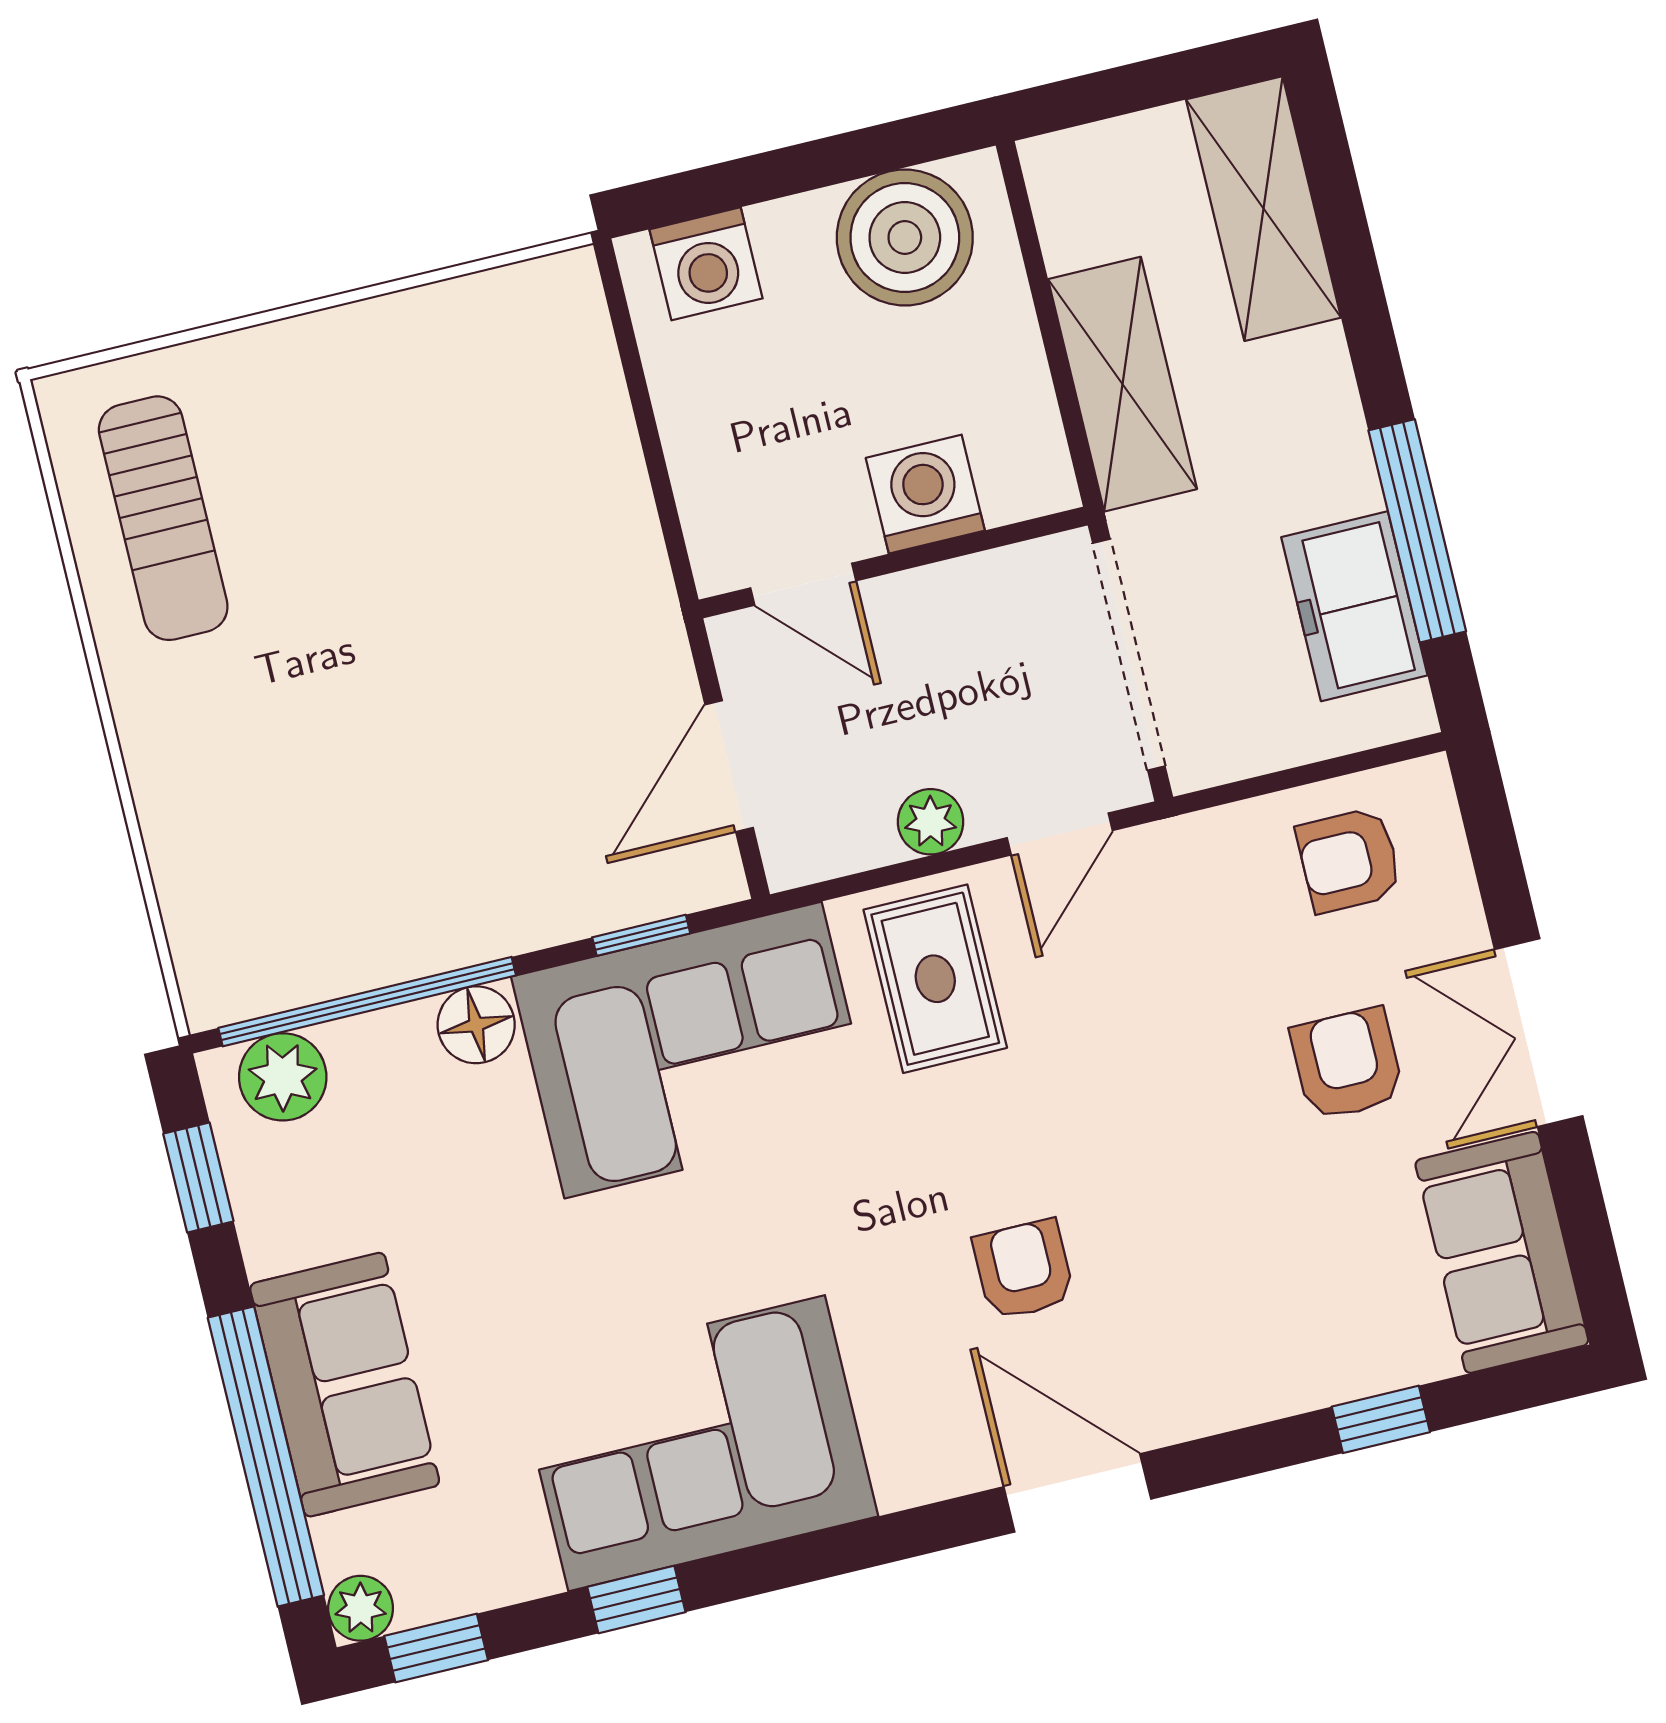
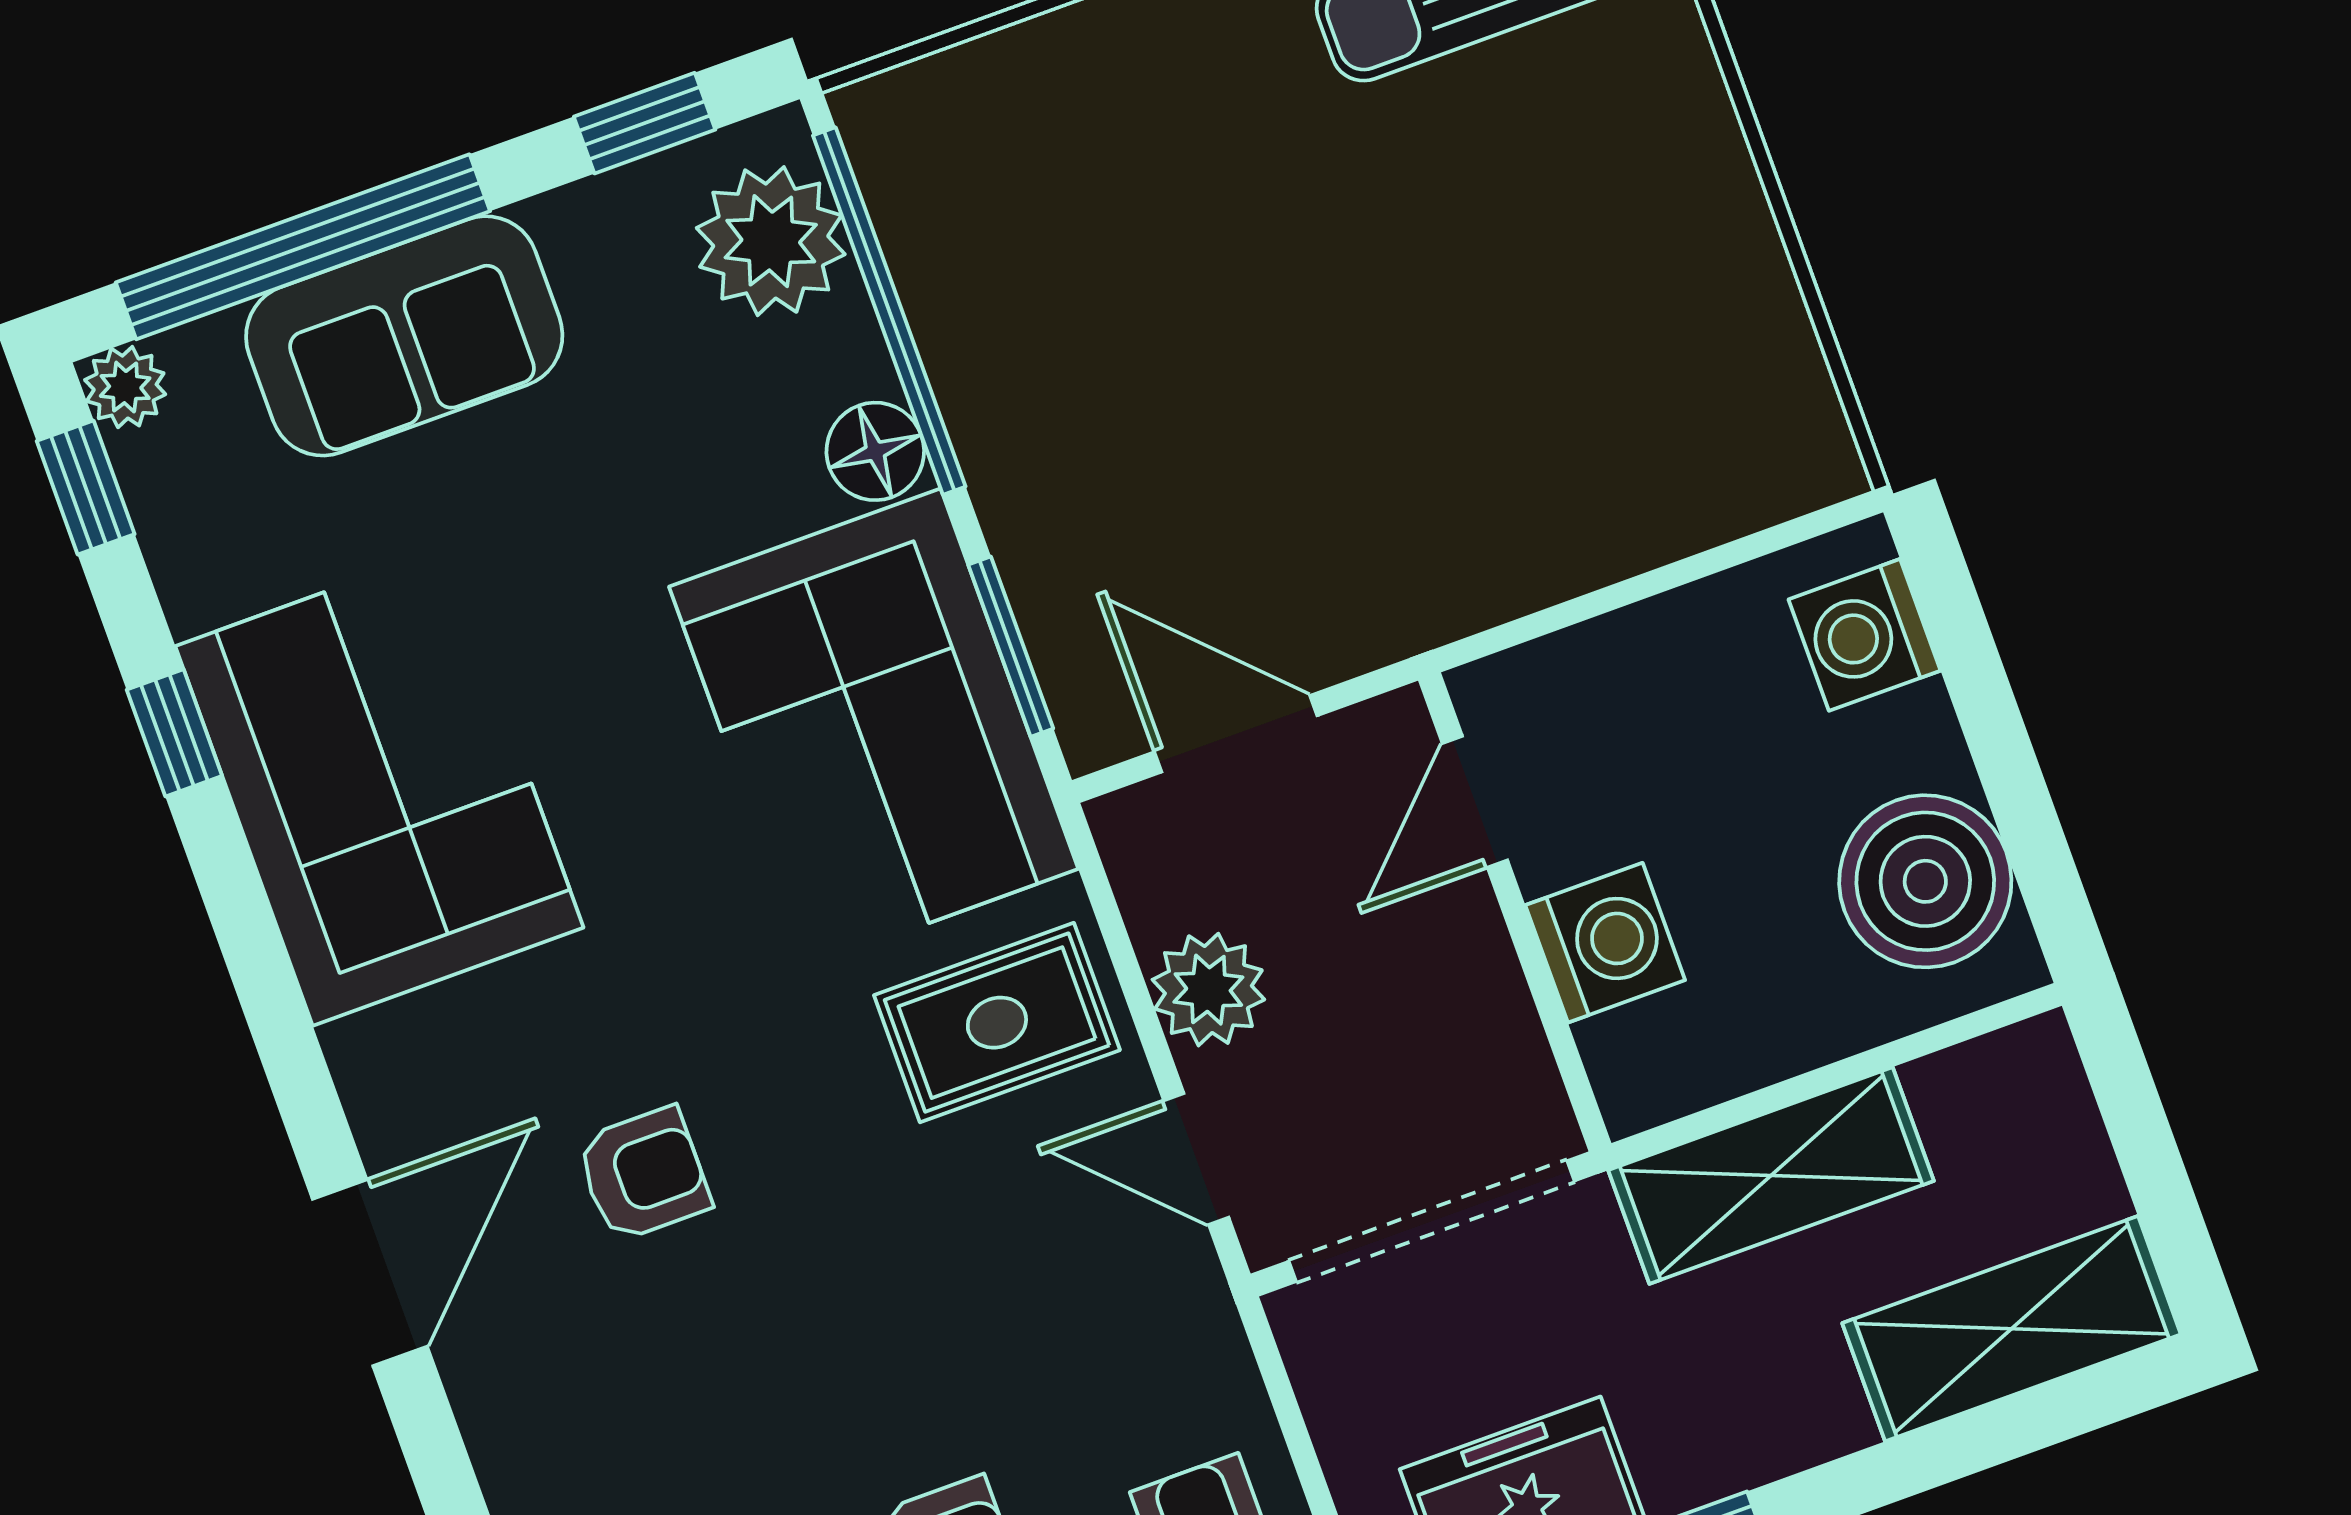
plant: (931, 822) -> (1208, 990), width x1.38, depth x1.38
window: (641, 935) -> (1011, 647), width x1.50
plant: (283, 1077) -> (771, 241), width x1.36, depth x1.36

